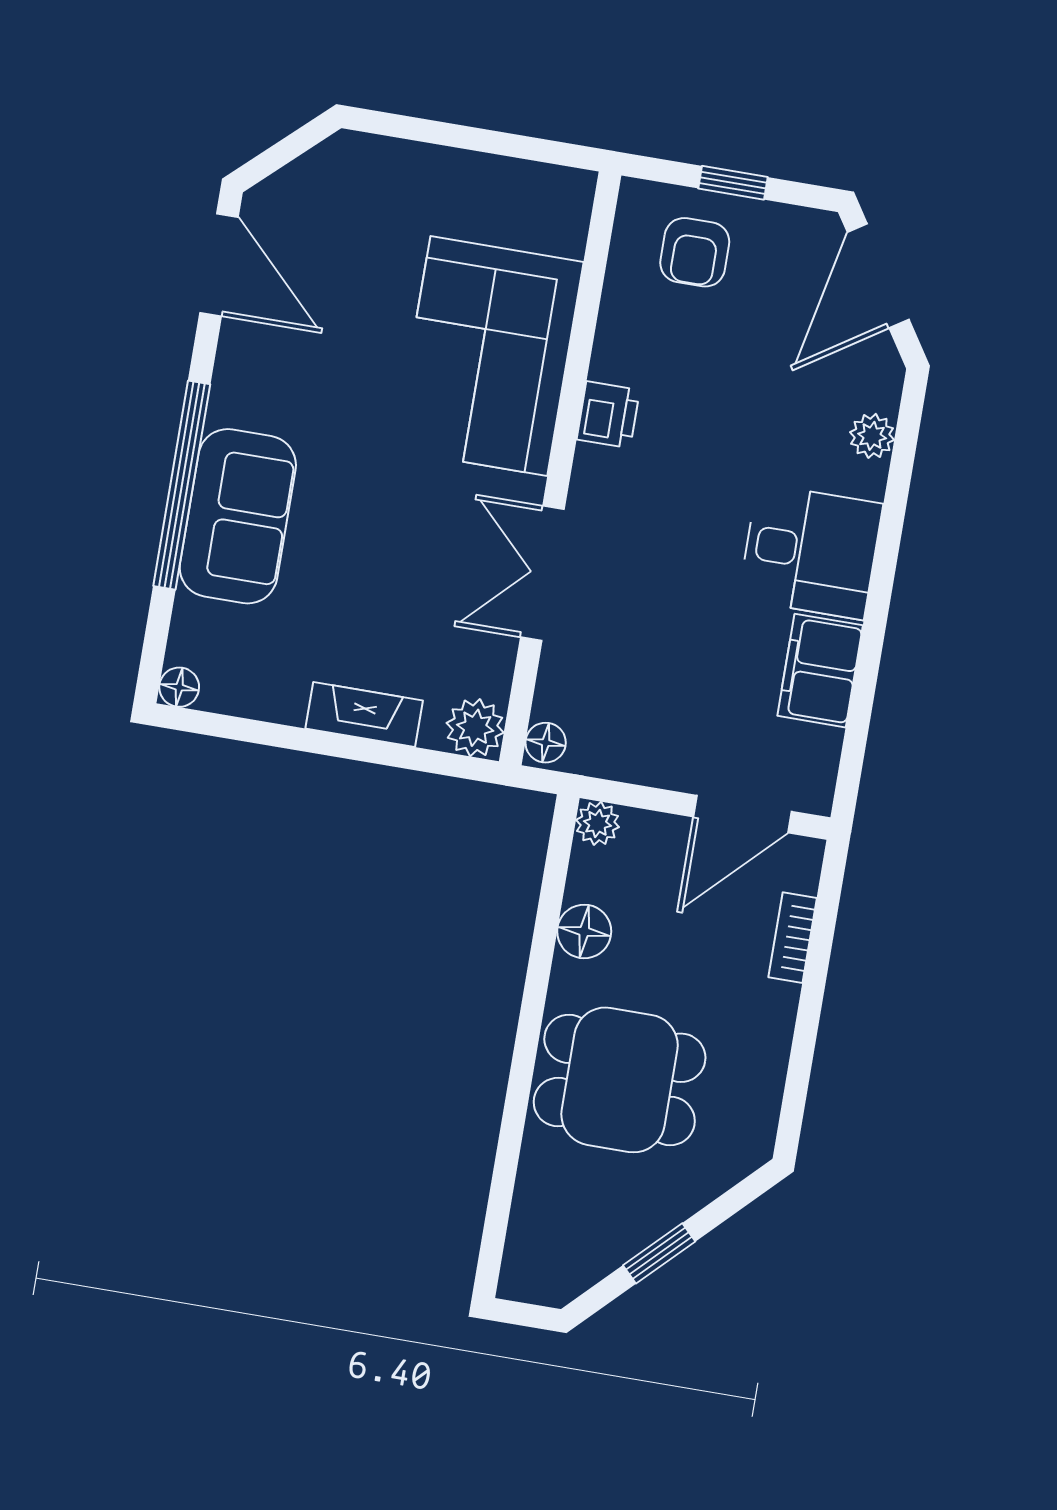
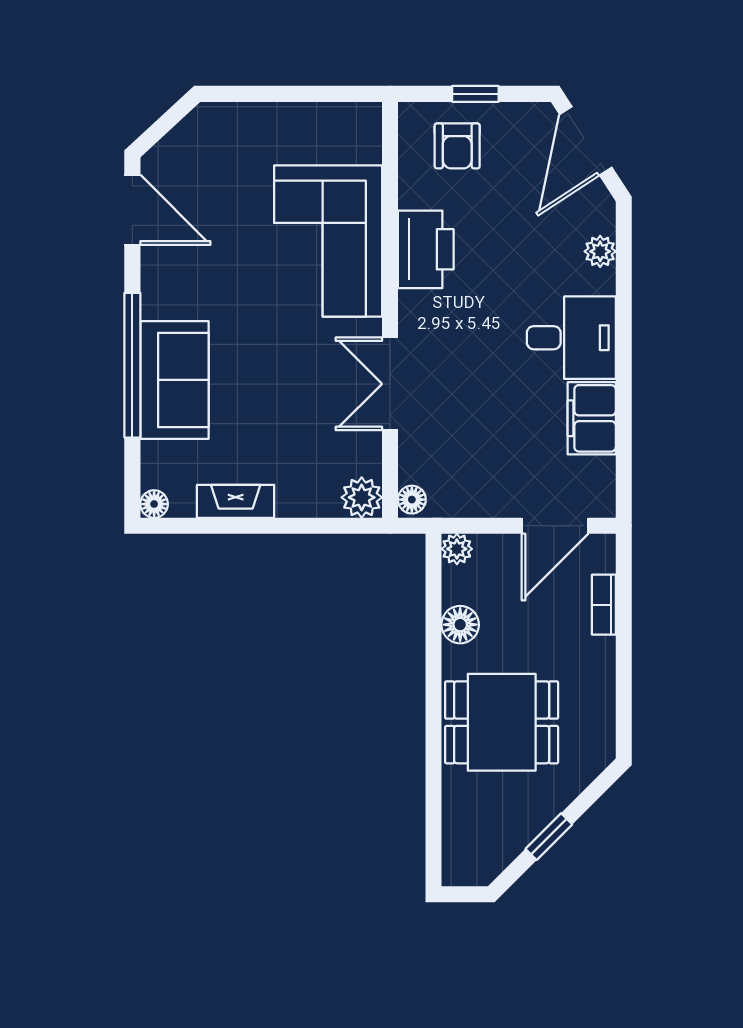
printer: (608, 415) -> (426, 249), width x1.87, depth x1.48
fireplace: (364, 714) -> (236, 501), moved

